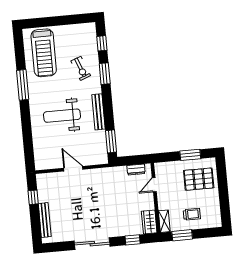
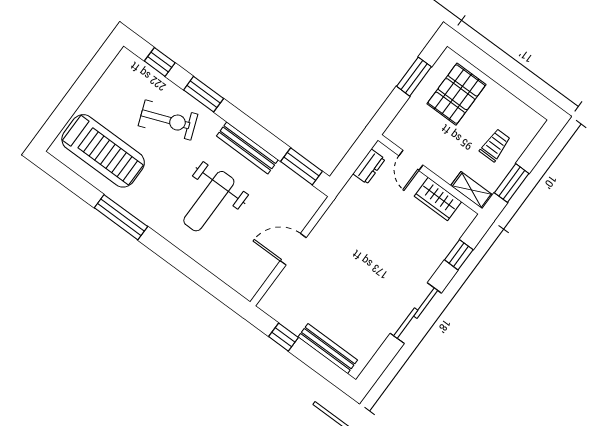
exercise bike: (81, 68) -> (168, 120), width x1.38, depth x1.39
wardrobe: (149, 222) -> (438, 199), moved

